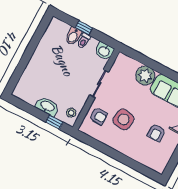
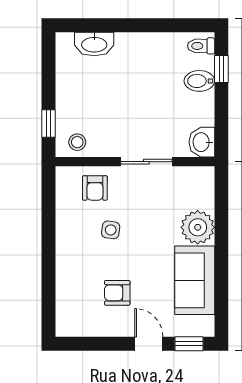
window: (84, 28) -> (221, 69), moved
toilet: (84, 41) -> (201, 46), moved
washbasin: (47, 106) -> (94, 44), moved, turned 90
side table: (124, 119) -> (111, 230), width x0.54, depth x0.54

